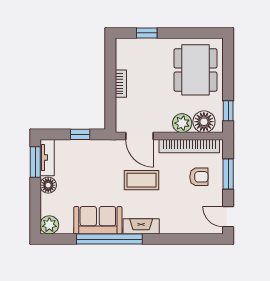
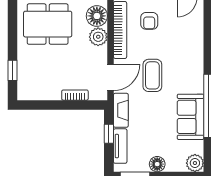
bookcase: (121, 84) -> (75, 95), moved
tv unit: (47, 158) -> (120, 146), moved, turned 90
armchair: (199, 177) -> (149, 21), turned 180
fireplace: (141, 226) -> (121, 110), moved, turned 180

